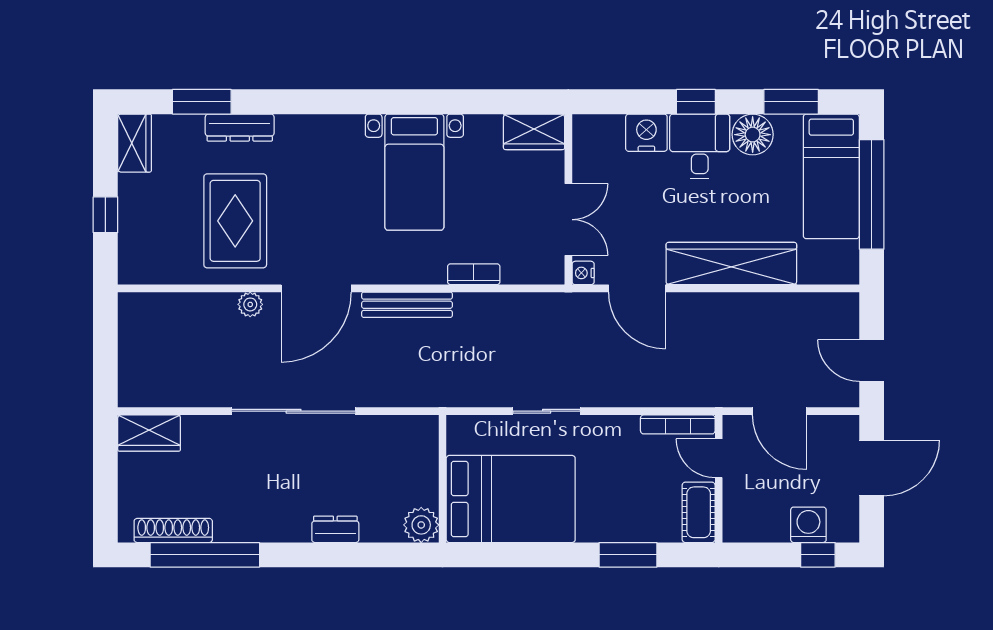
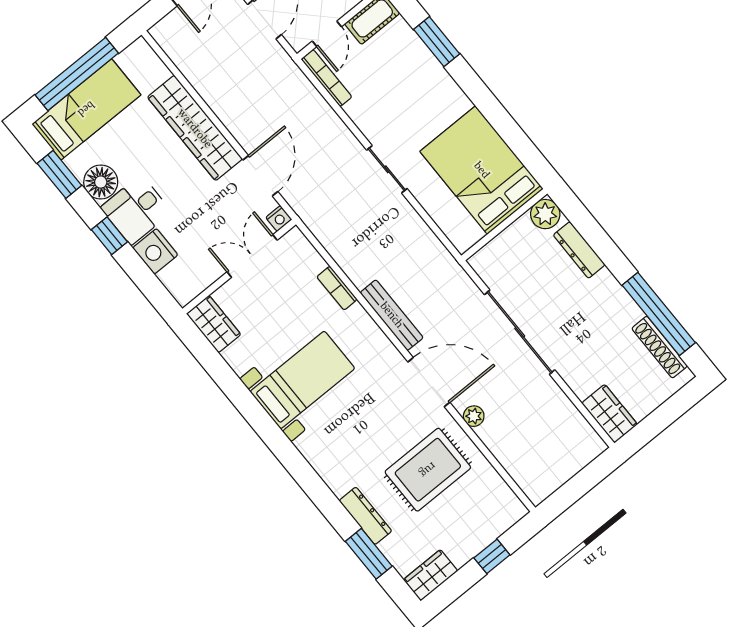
wall: (442, 479) -> (504, 225), moved
bed: (511, 499) -> (482, 170), moved
plant: (421, 525) -> (545, 214), moved
dresser: (335, 529) -> (579, 250), width x1.44

